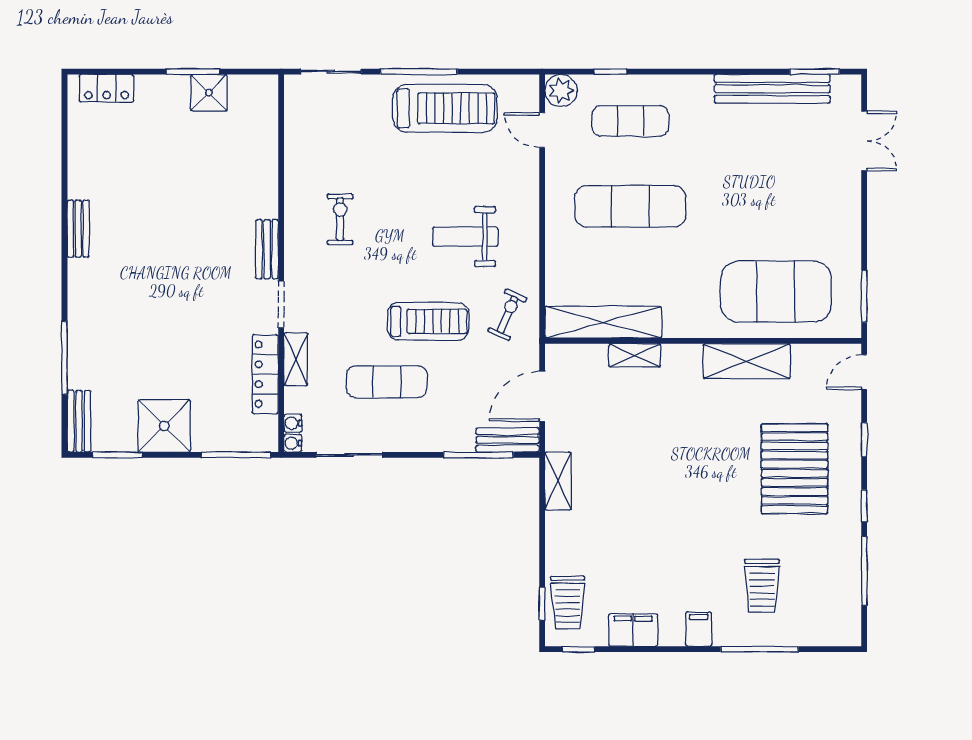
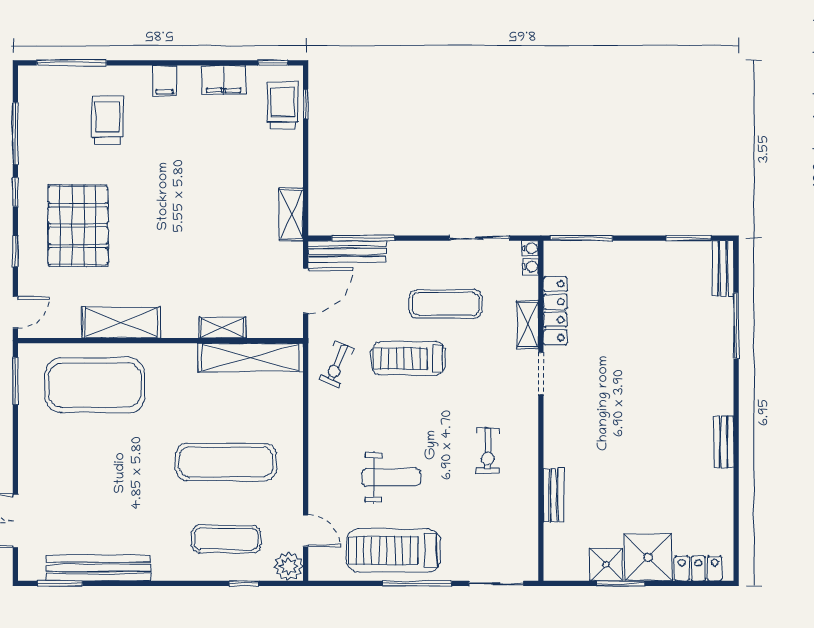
weight bench: (465, 237) -> (391, 477), moved
bench: (267, 249) -> (554, 495), moved
shower: (164, 426) -> (648, 557), moved
bench: (508, 440) -> (347, 251), width x1.36
window: (760, 649) -> (72, 63), moved

